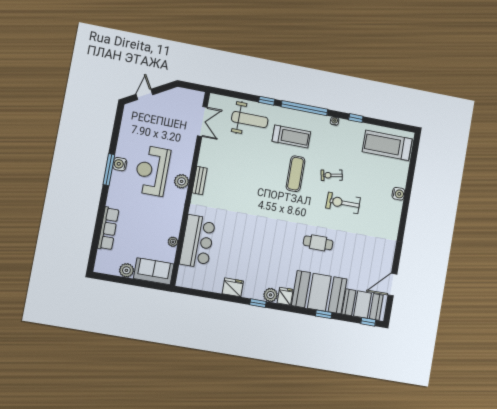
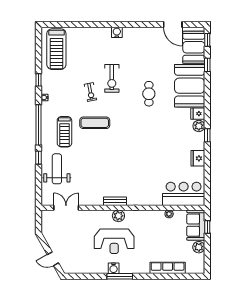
treadmill: (291, 137) -> (64, 132), turned 180
water cooler: (398, 194) -> (117, 32), moved
bar counter: (198, 241) -> (184, 194), moved
window: (149, 285) -> (207, 227), added
window: (324, 314) -> (207, 65), moved

